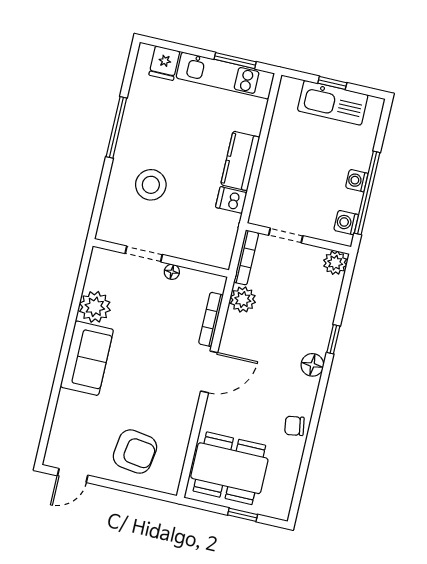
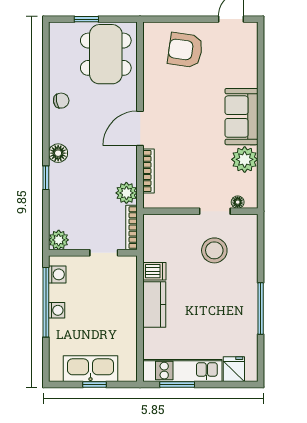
stool: (151, 185) -> (214, 250), moved
floor lamp: (172, 272) -> (238, 202), moved
dining table: (229, 468) -> (106, 54), turned 90

